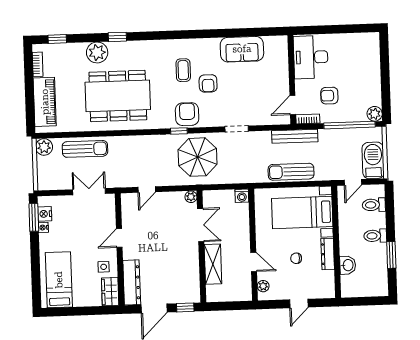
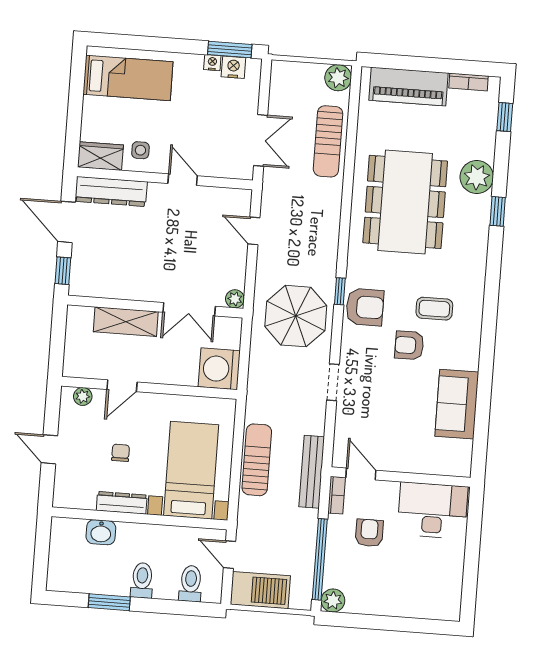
washing machine: (242, 196) -> (219, 369), width x1.89, depth x1.89

